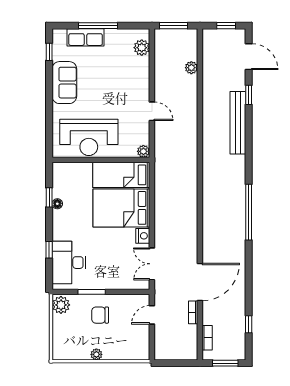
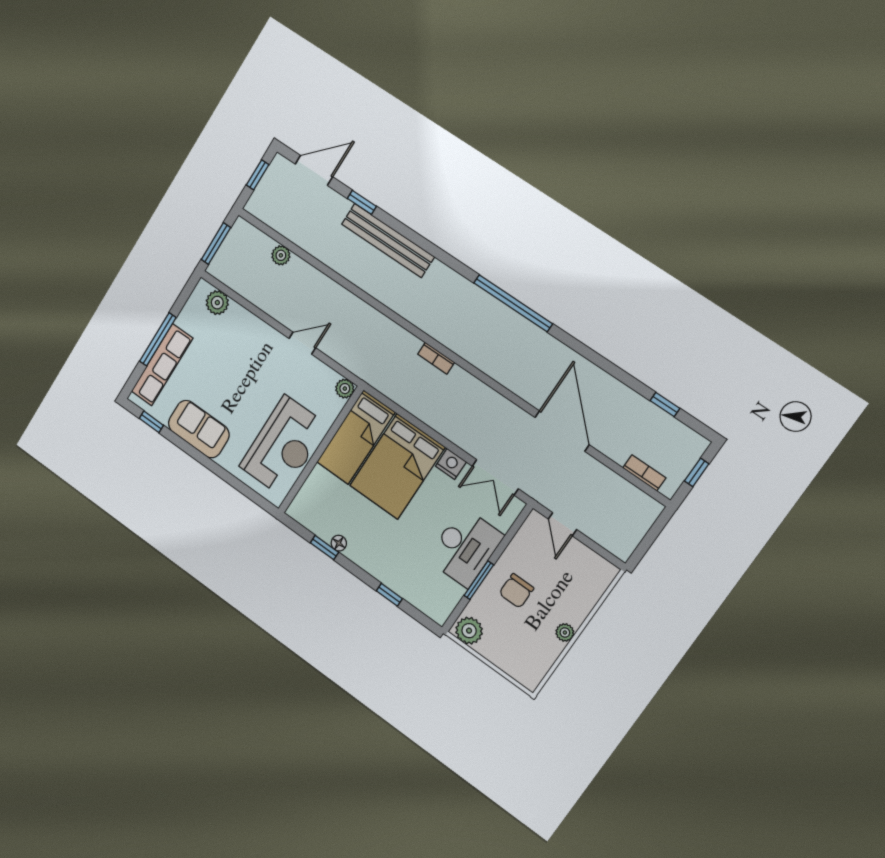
row of seats: (86, 37) -> (162, 365), width x1.48
desk: (69, 263) -> (465, 547), moved, turned -90
bookcase: (193, 312) -> (436, 358), moved
window: (225, 363) -> (697, 472), width x0.67

